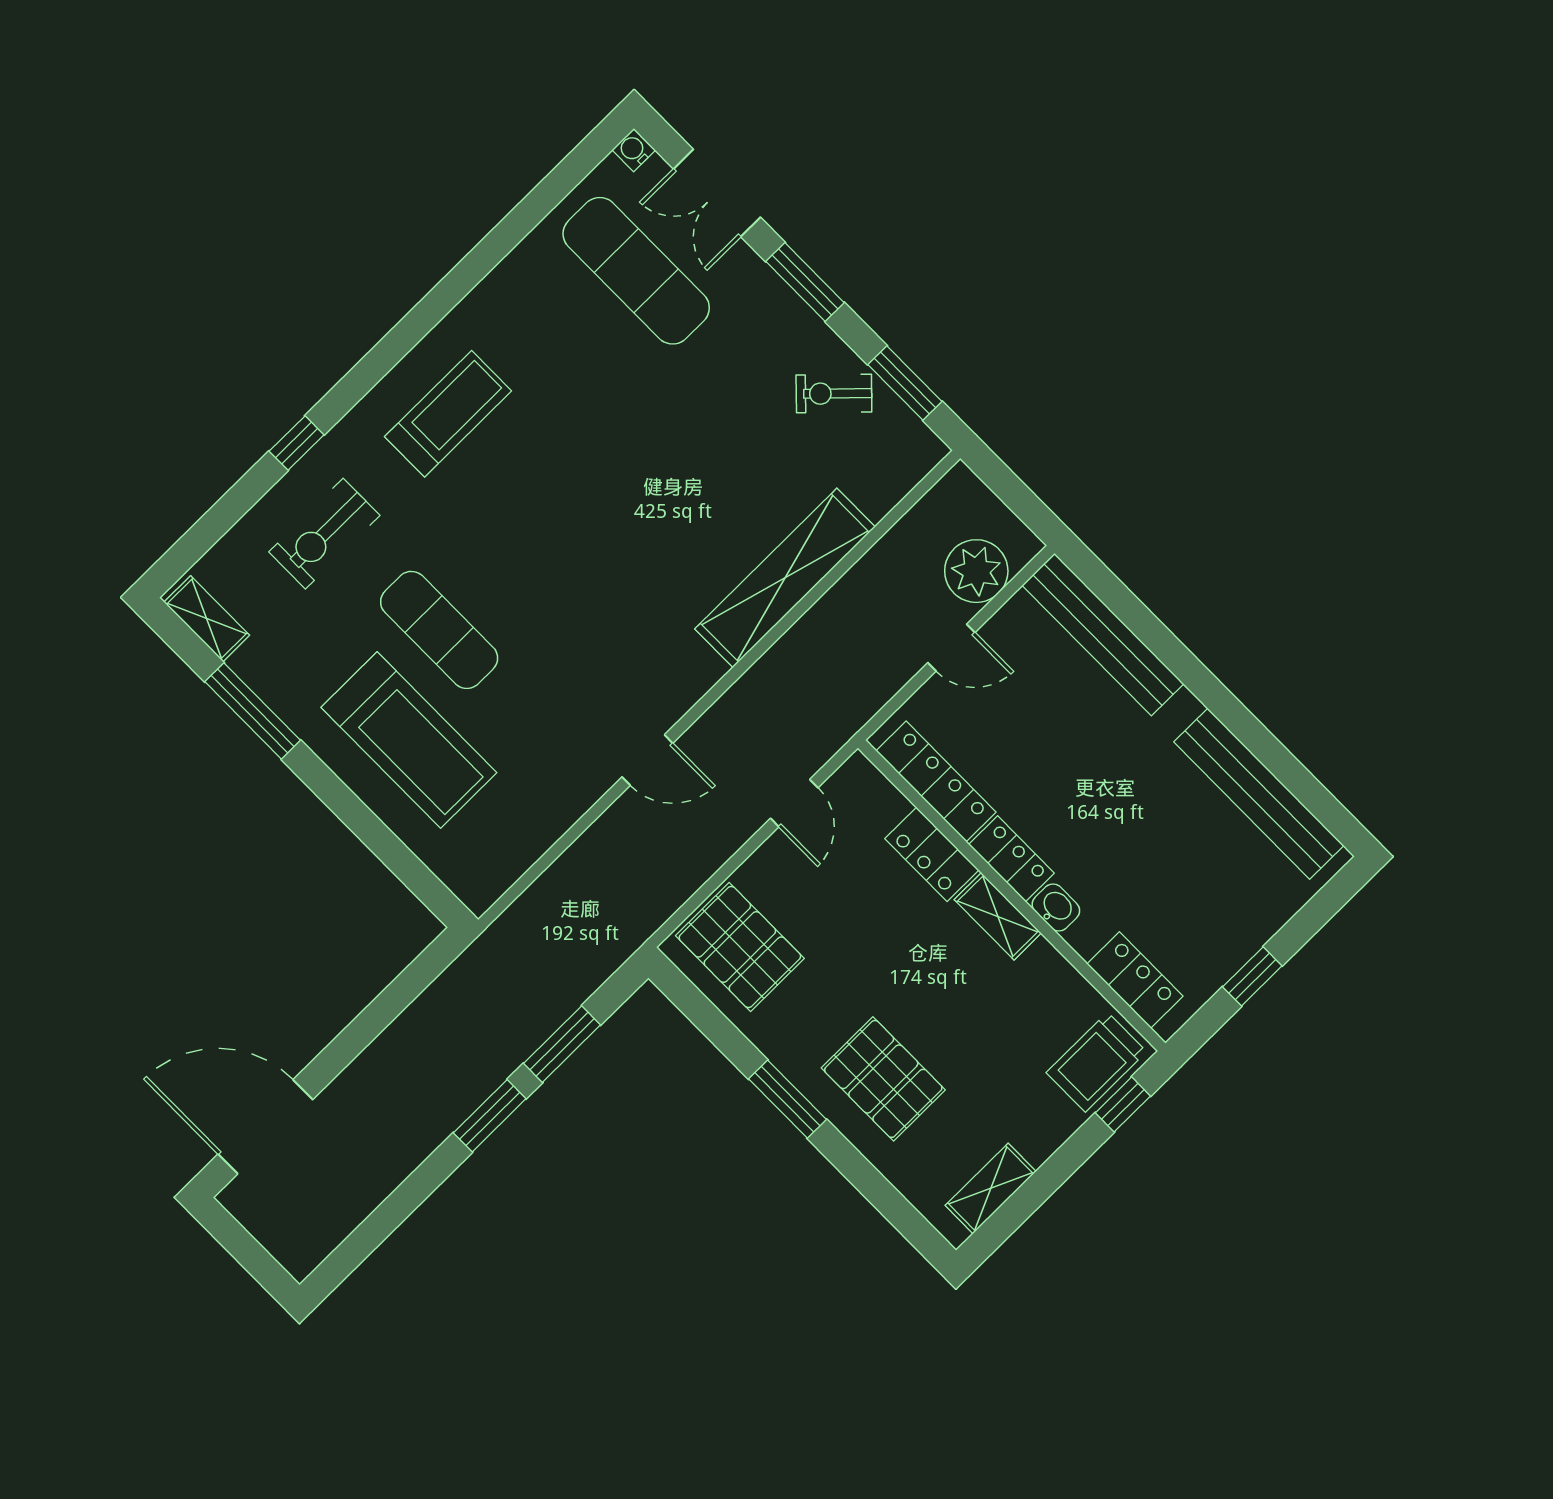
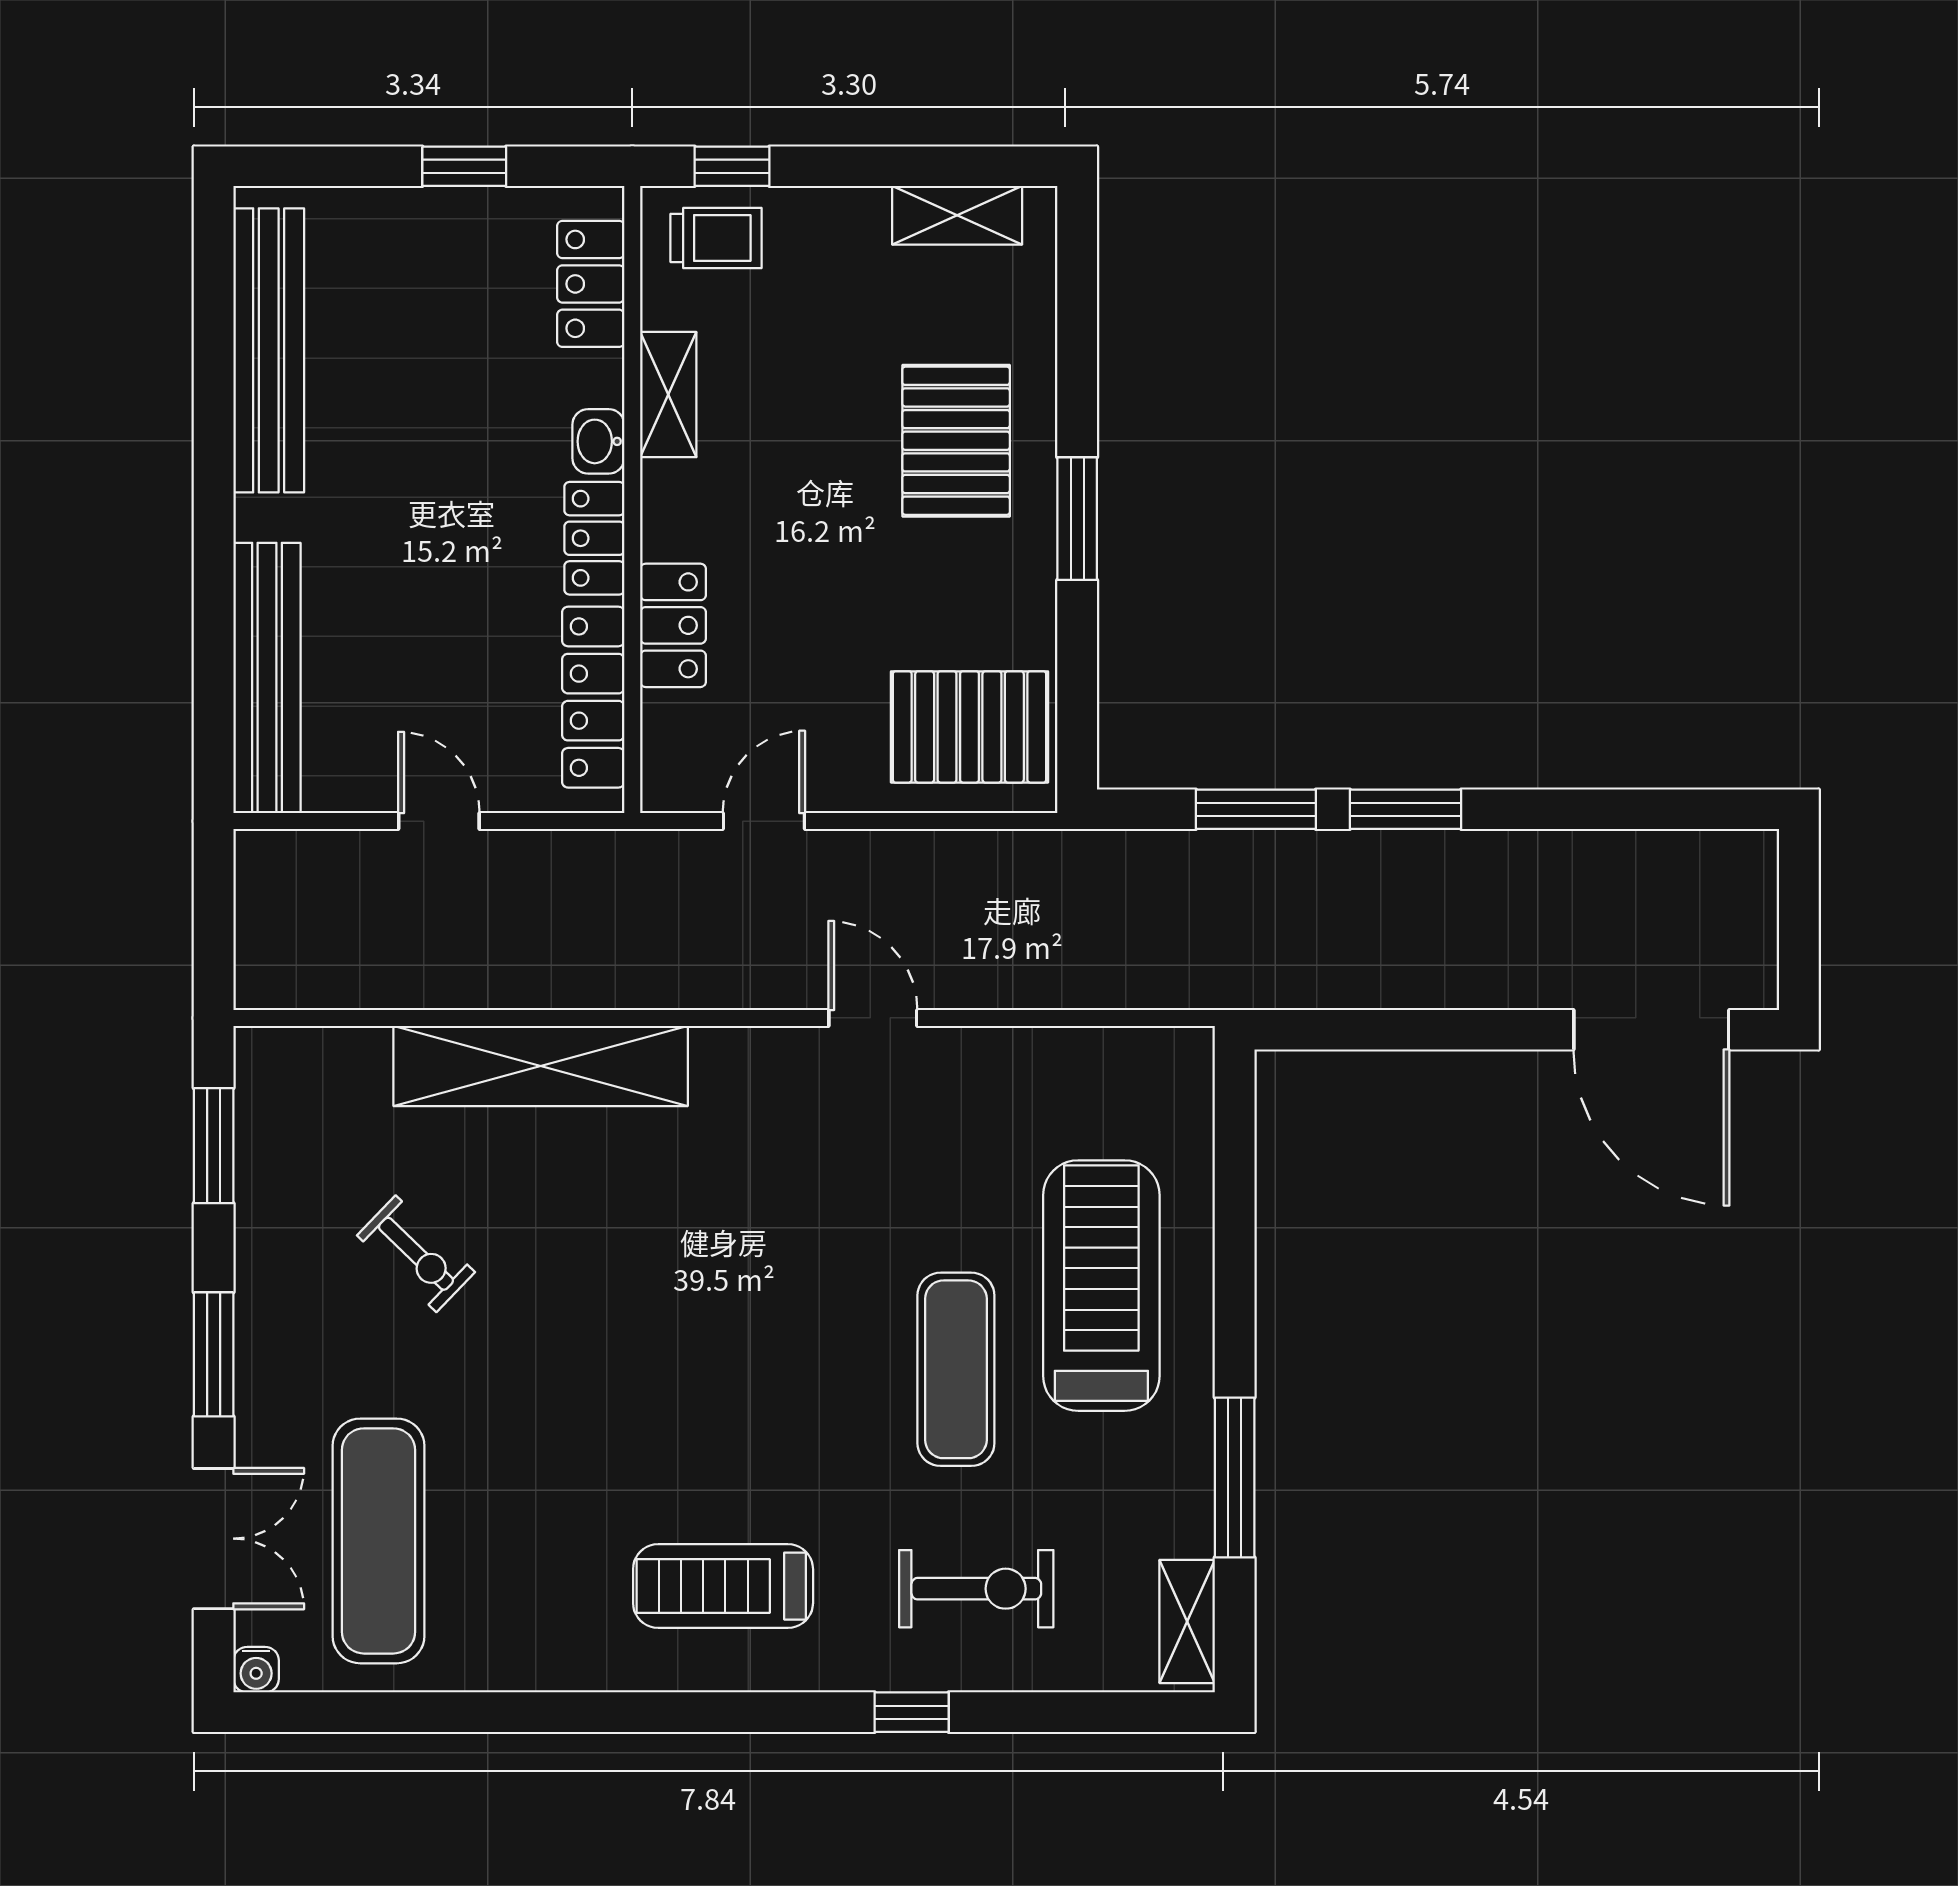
exercise bike: (834, 393) -> (416, 1254), moved
plant: (976, 571) -> (334, 875), removed
shelving: (998, 916) -> (668, 395), moved
pallet: (740, 947) -> (969, 727), turned 90
trolley: (1096, 1062) -> (716, 238), width x0.73, depth x0.72

